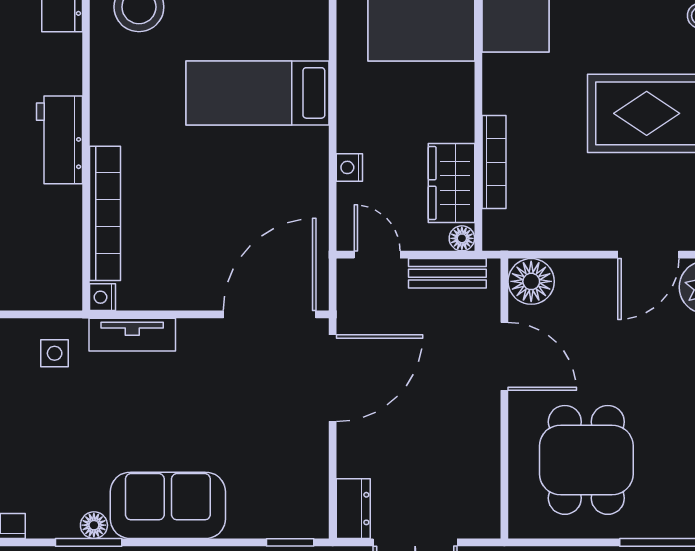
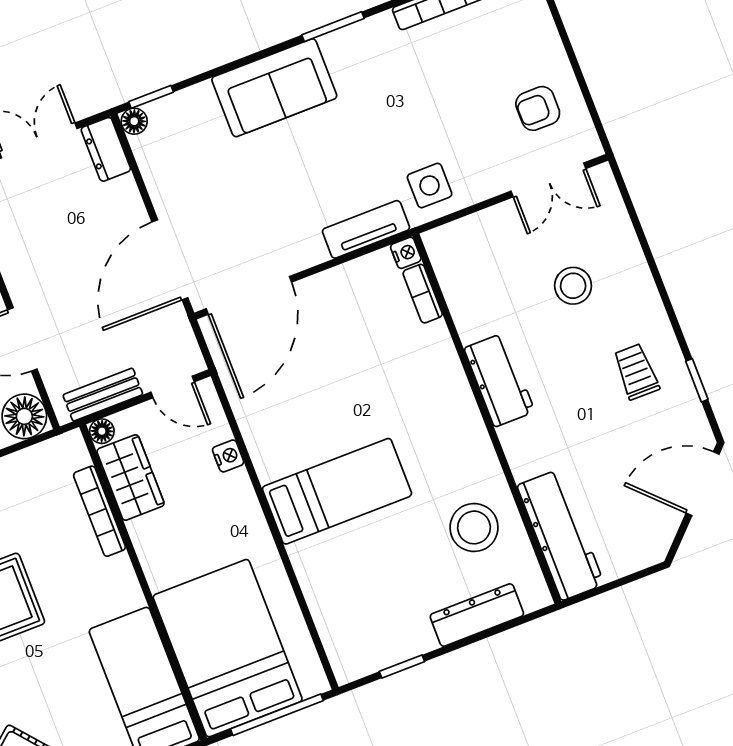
bookcase: (105, 213) -> (423, 294), width x0.43, depth x0.76
side table: (55, 353) -> (430, 186), width x1.37, depth x1.37
floor lamp: (94, 525) -> (134, 121), moved

